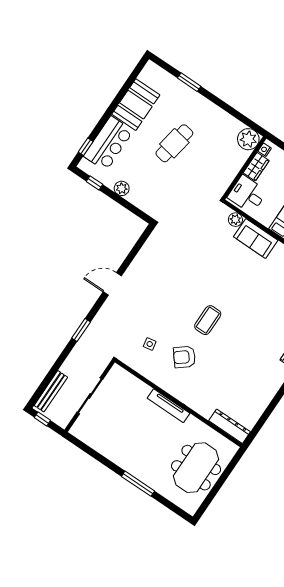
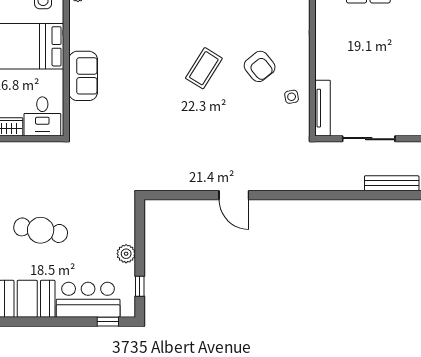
plant: (235, 220) -> (78, 111), removed
coffee table: (208, 320) -> (204, 68), turned -58
window: (81, 330) -> (305, 195), removed
side table: (150, 344) -> (292, 97), moved
tv unit: (169, 406) -> (323, 108), moved

